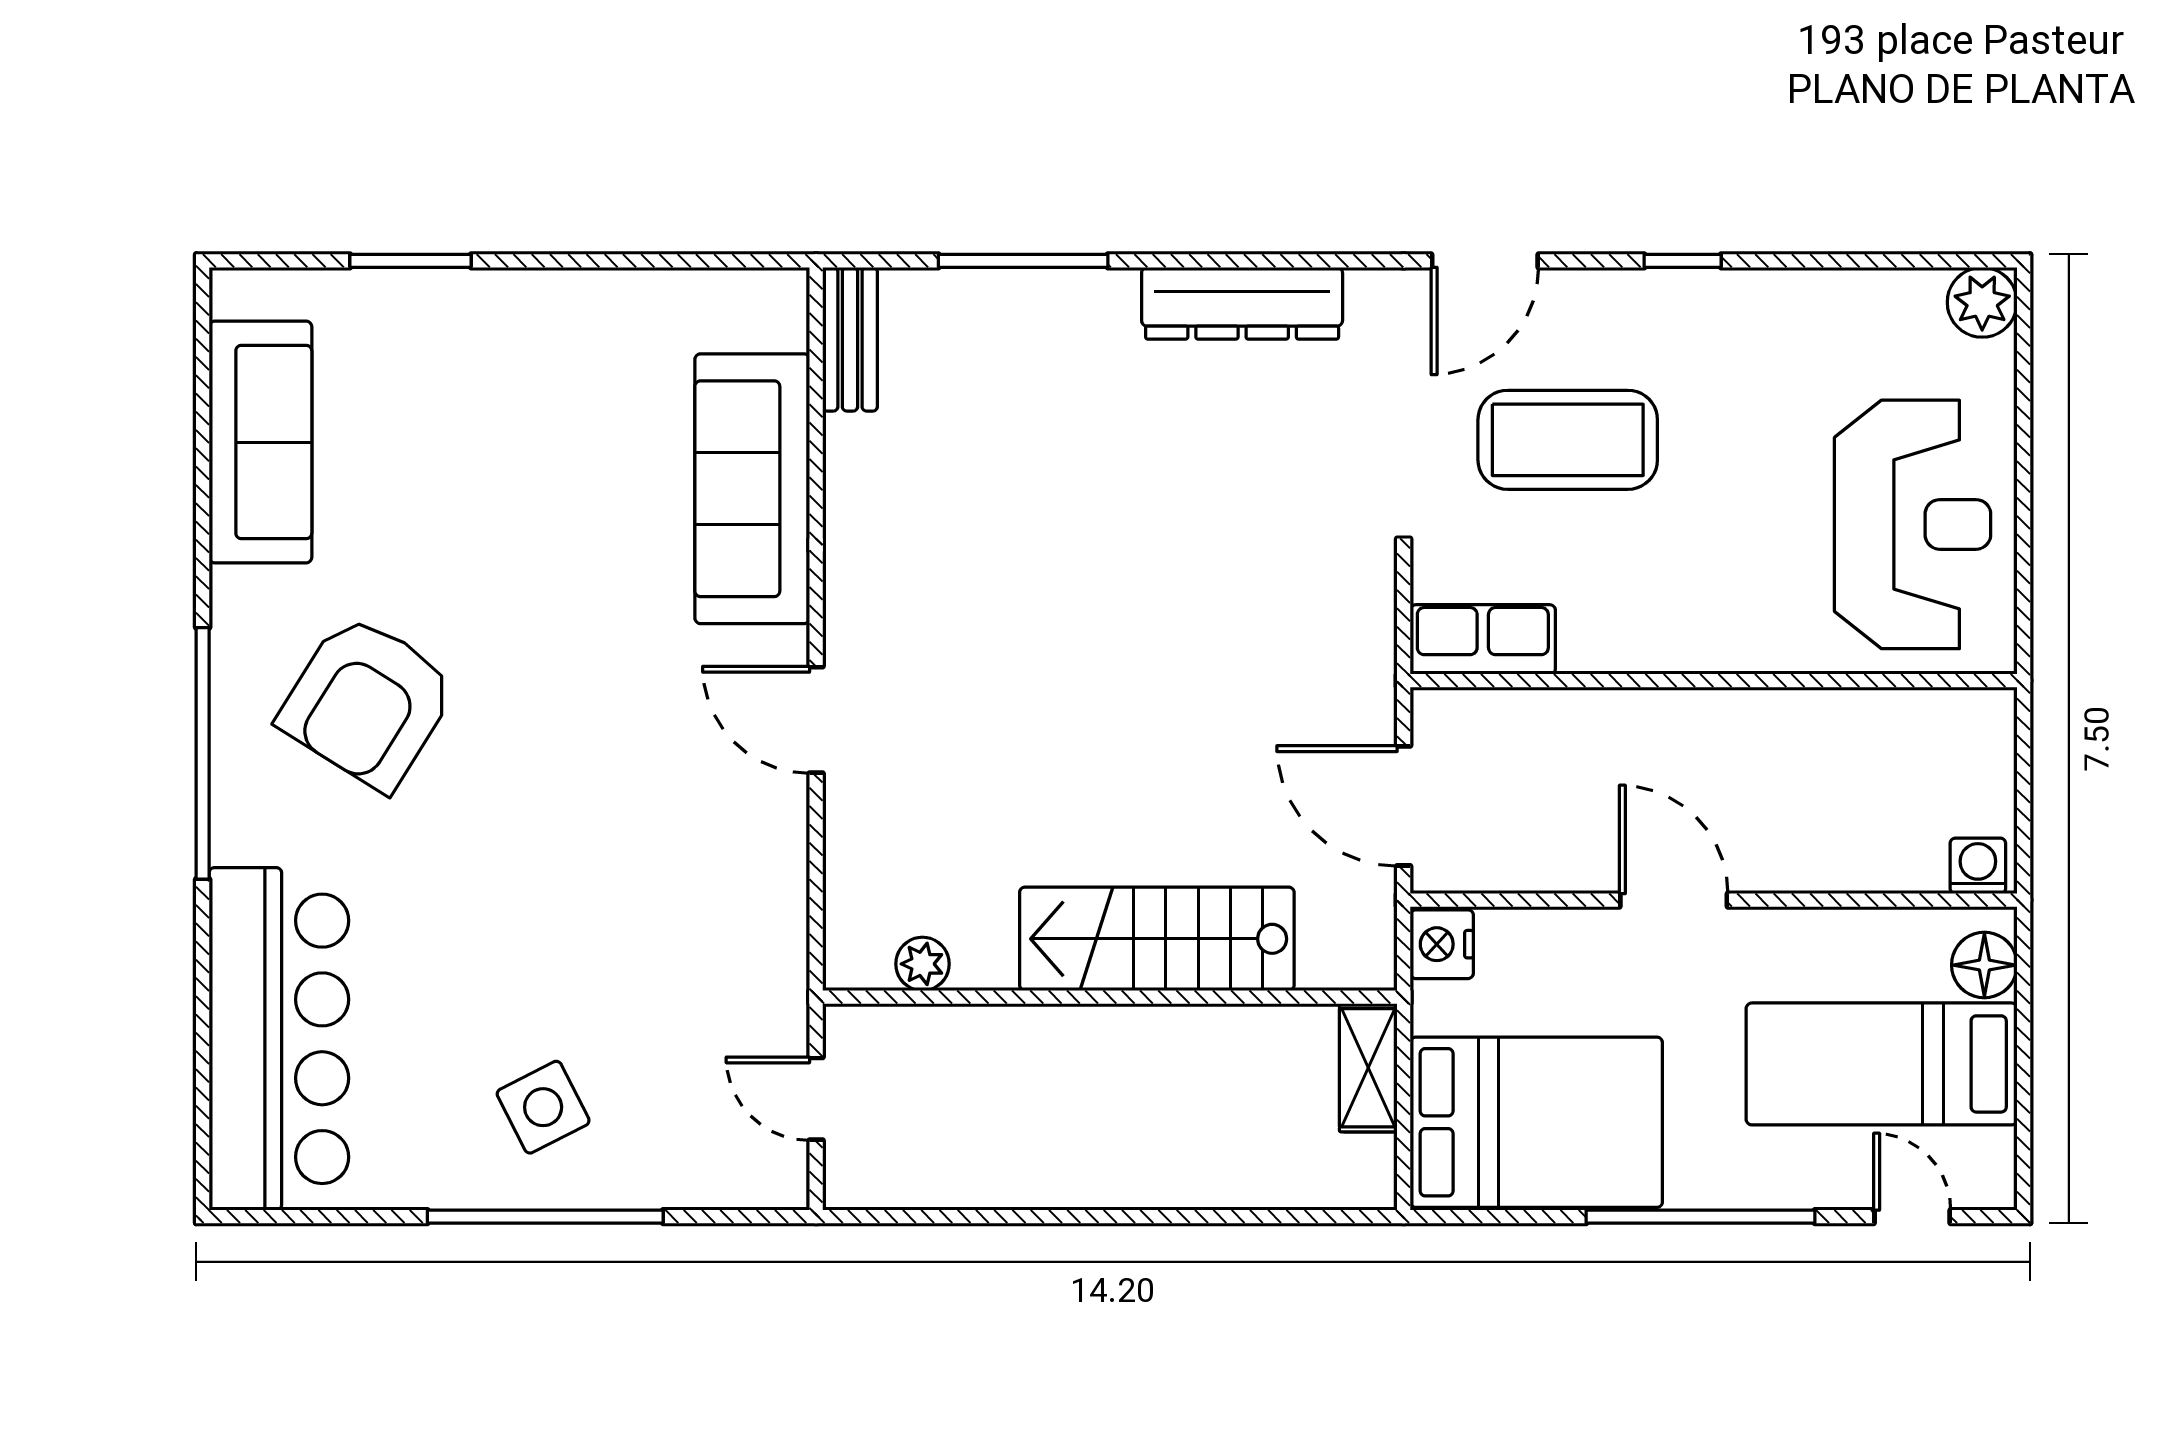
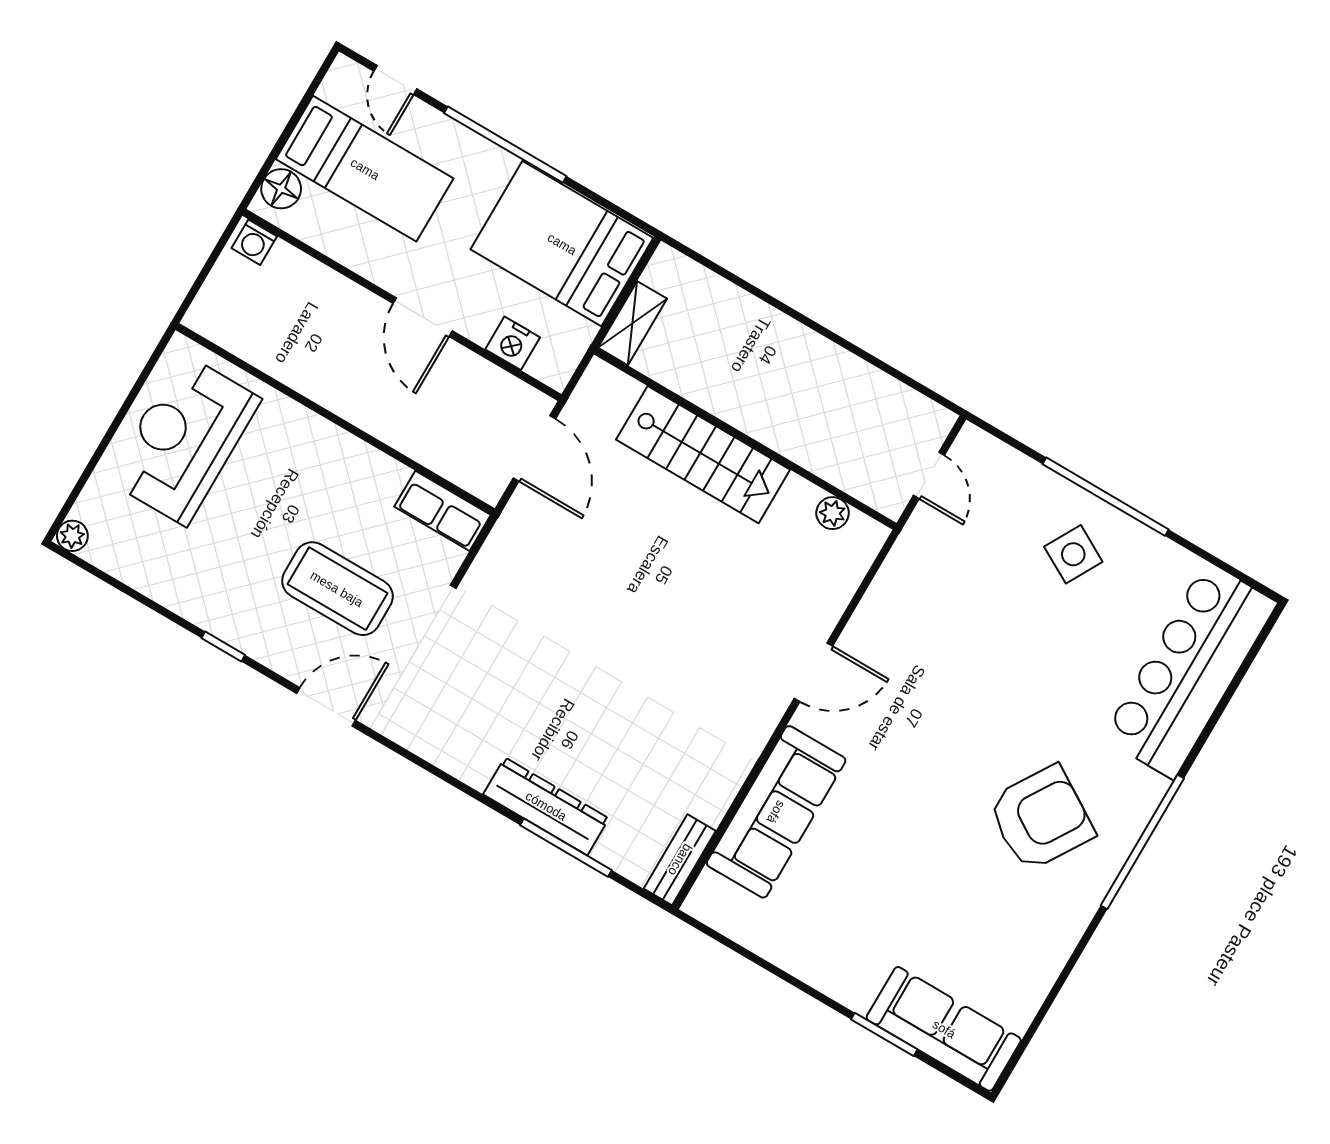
plant: (1982, 302) -> (72, 536), width x0.73, depth x0.73
dresser: (1242, 303) -> (546, 806), moved
sofa: (260, 442) -> (944, 1029), moved, turned 90
door: (816, 720) -> (813, 672), hinge flipped
nightstand: (1442, 944) -> (513, 343), moved, turned 90
side table: (543, 1107) -> (1073, 554), turned -34

